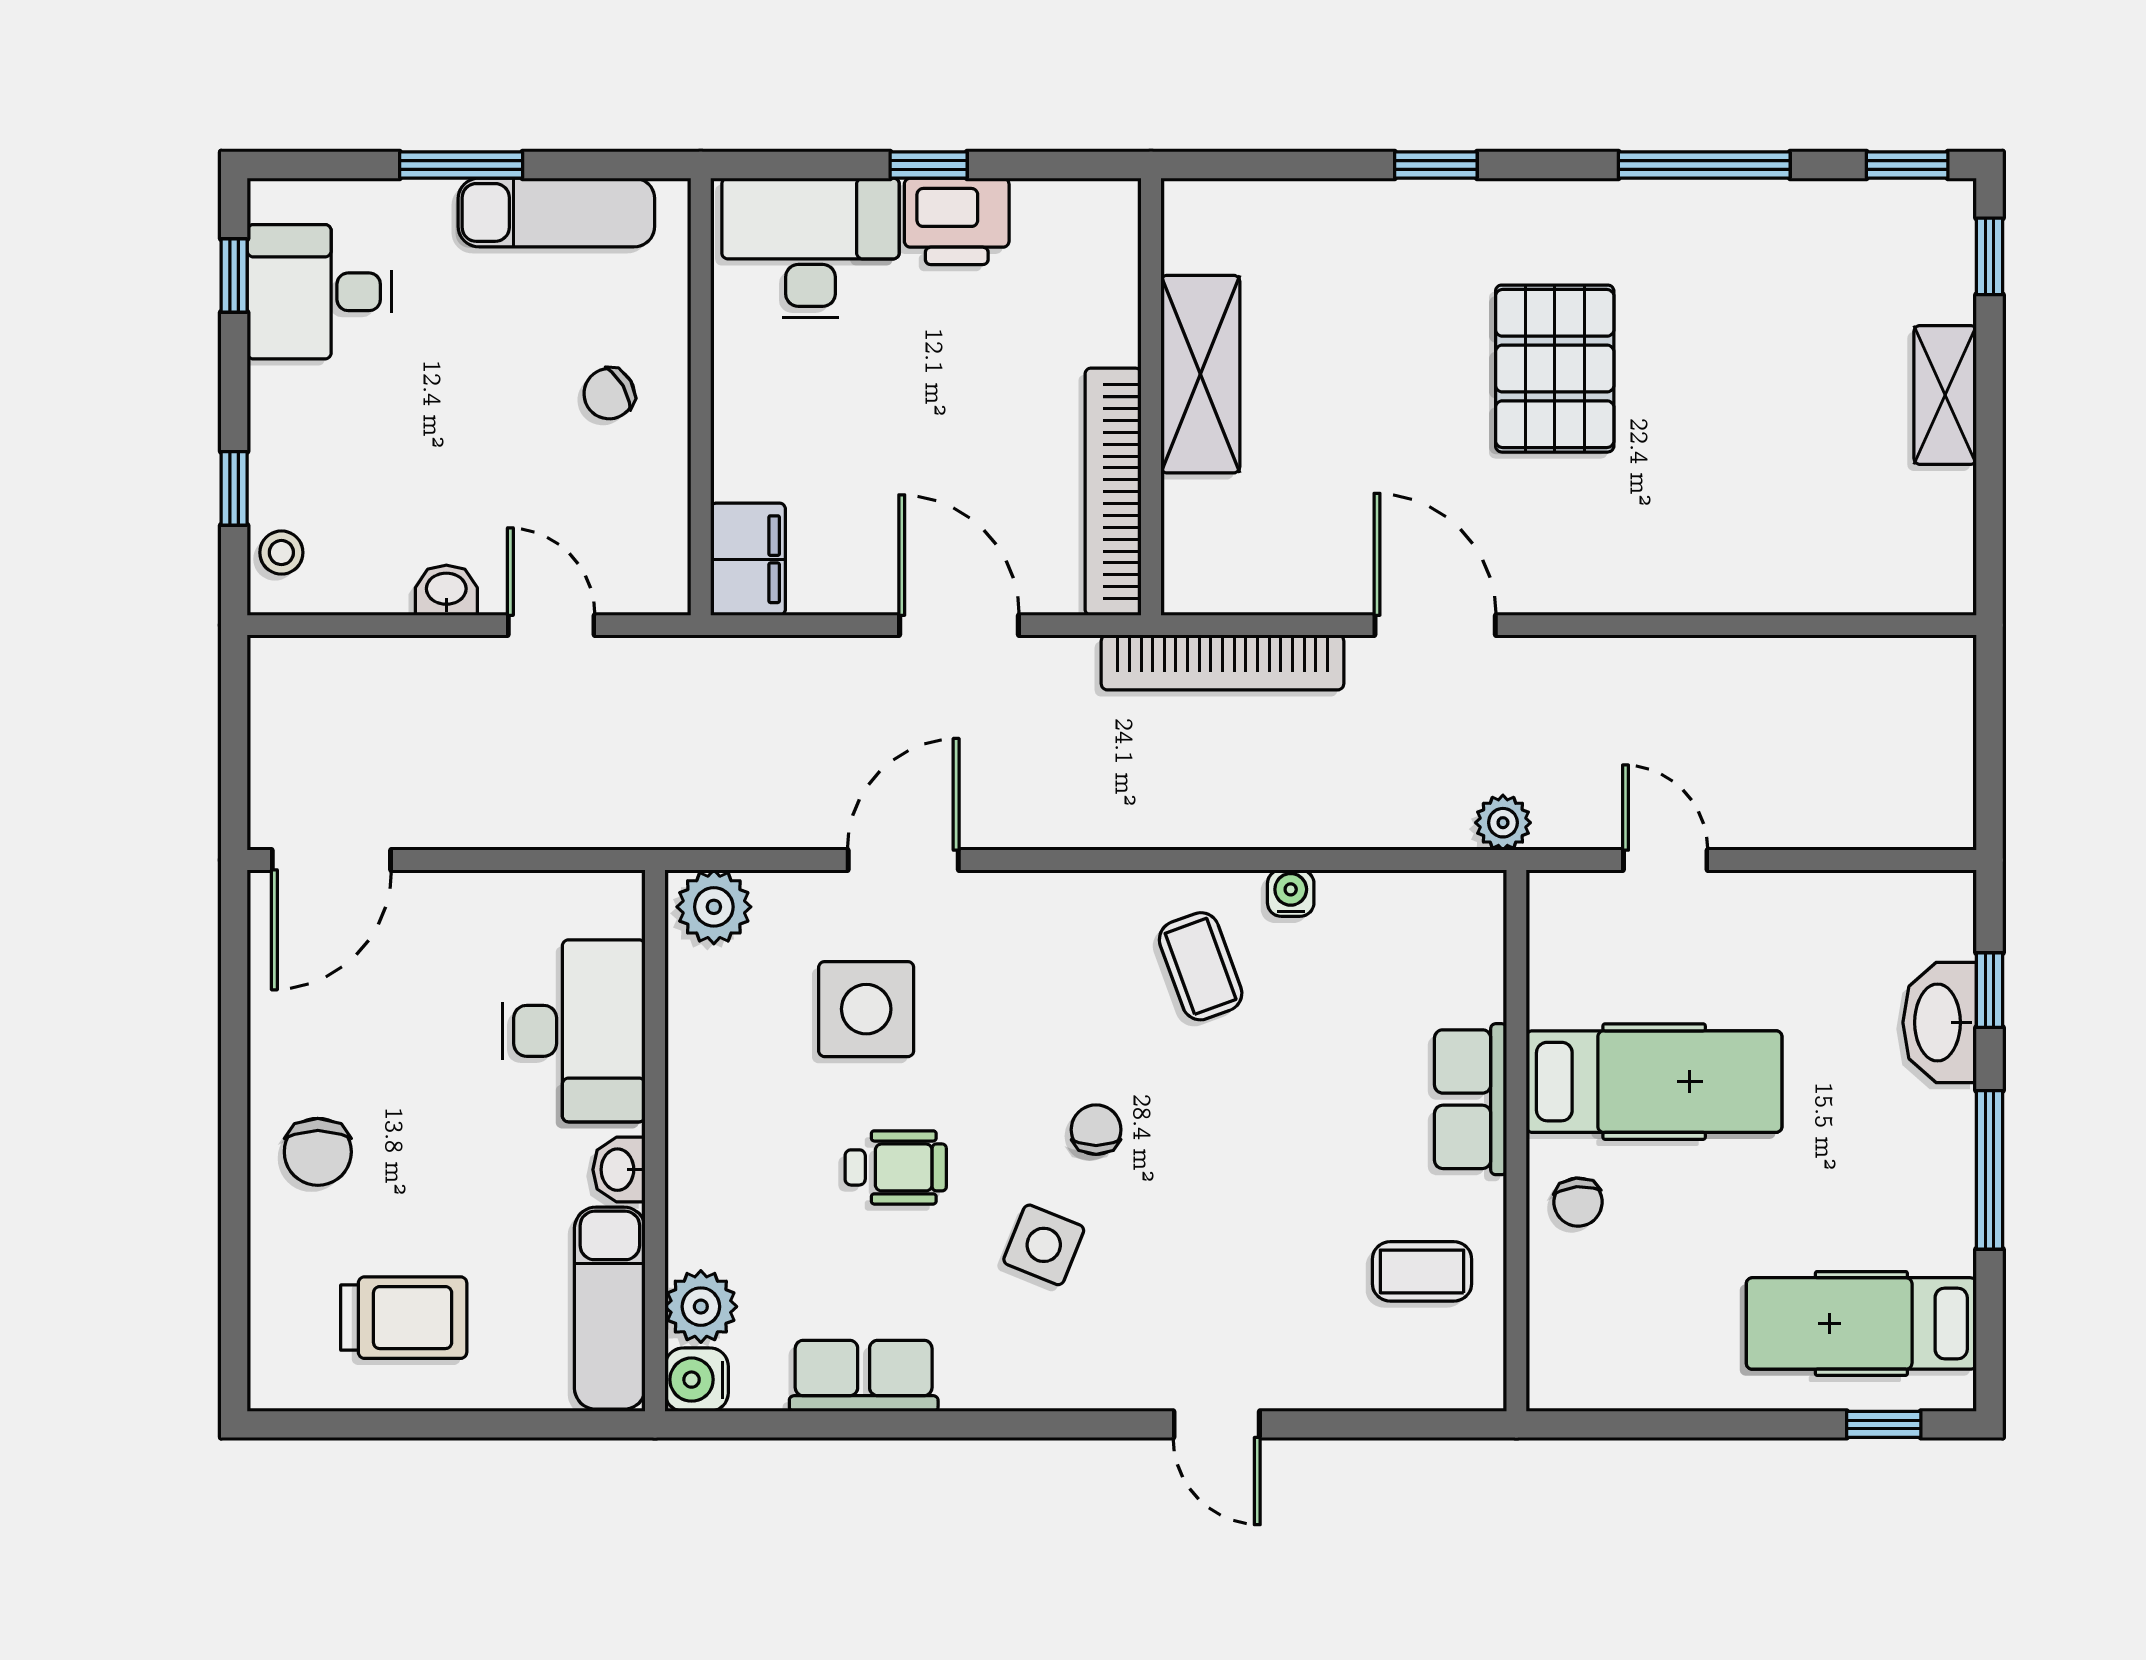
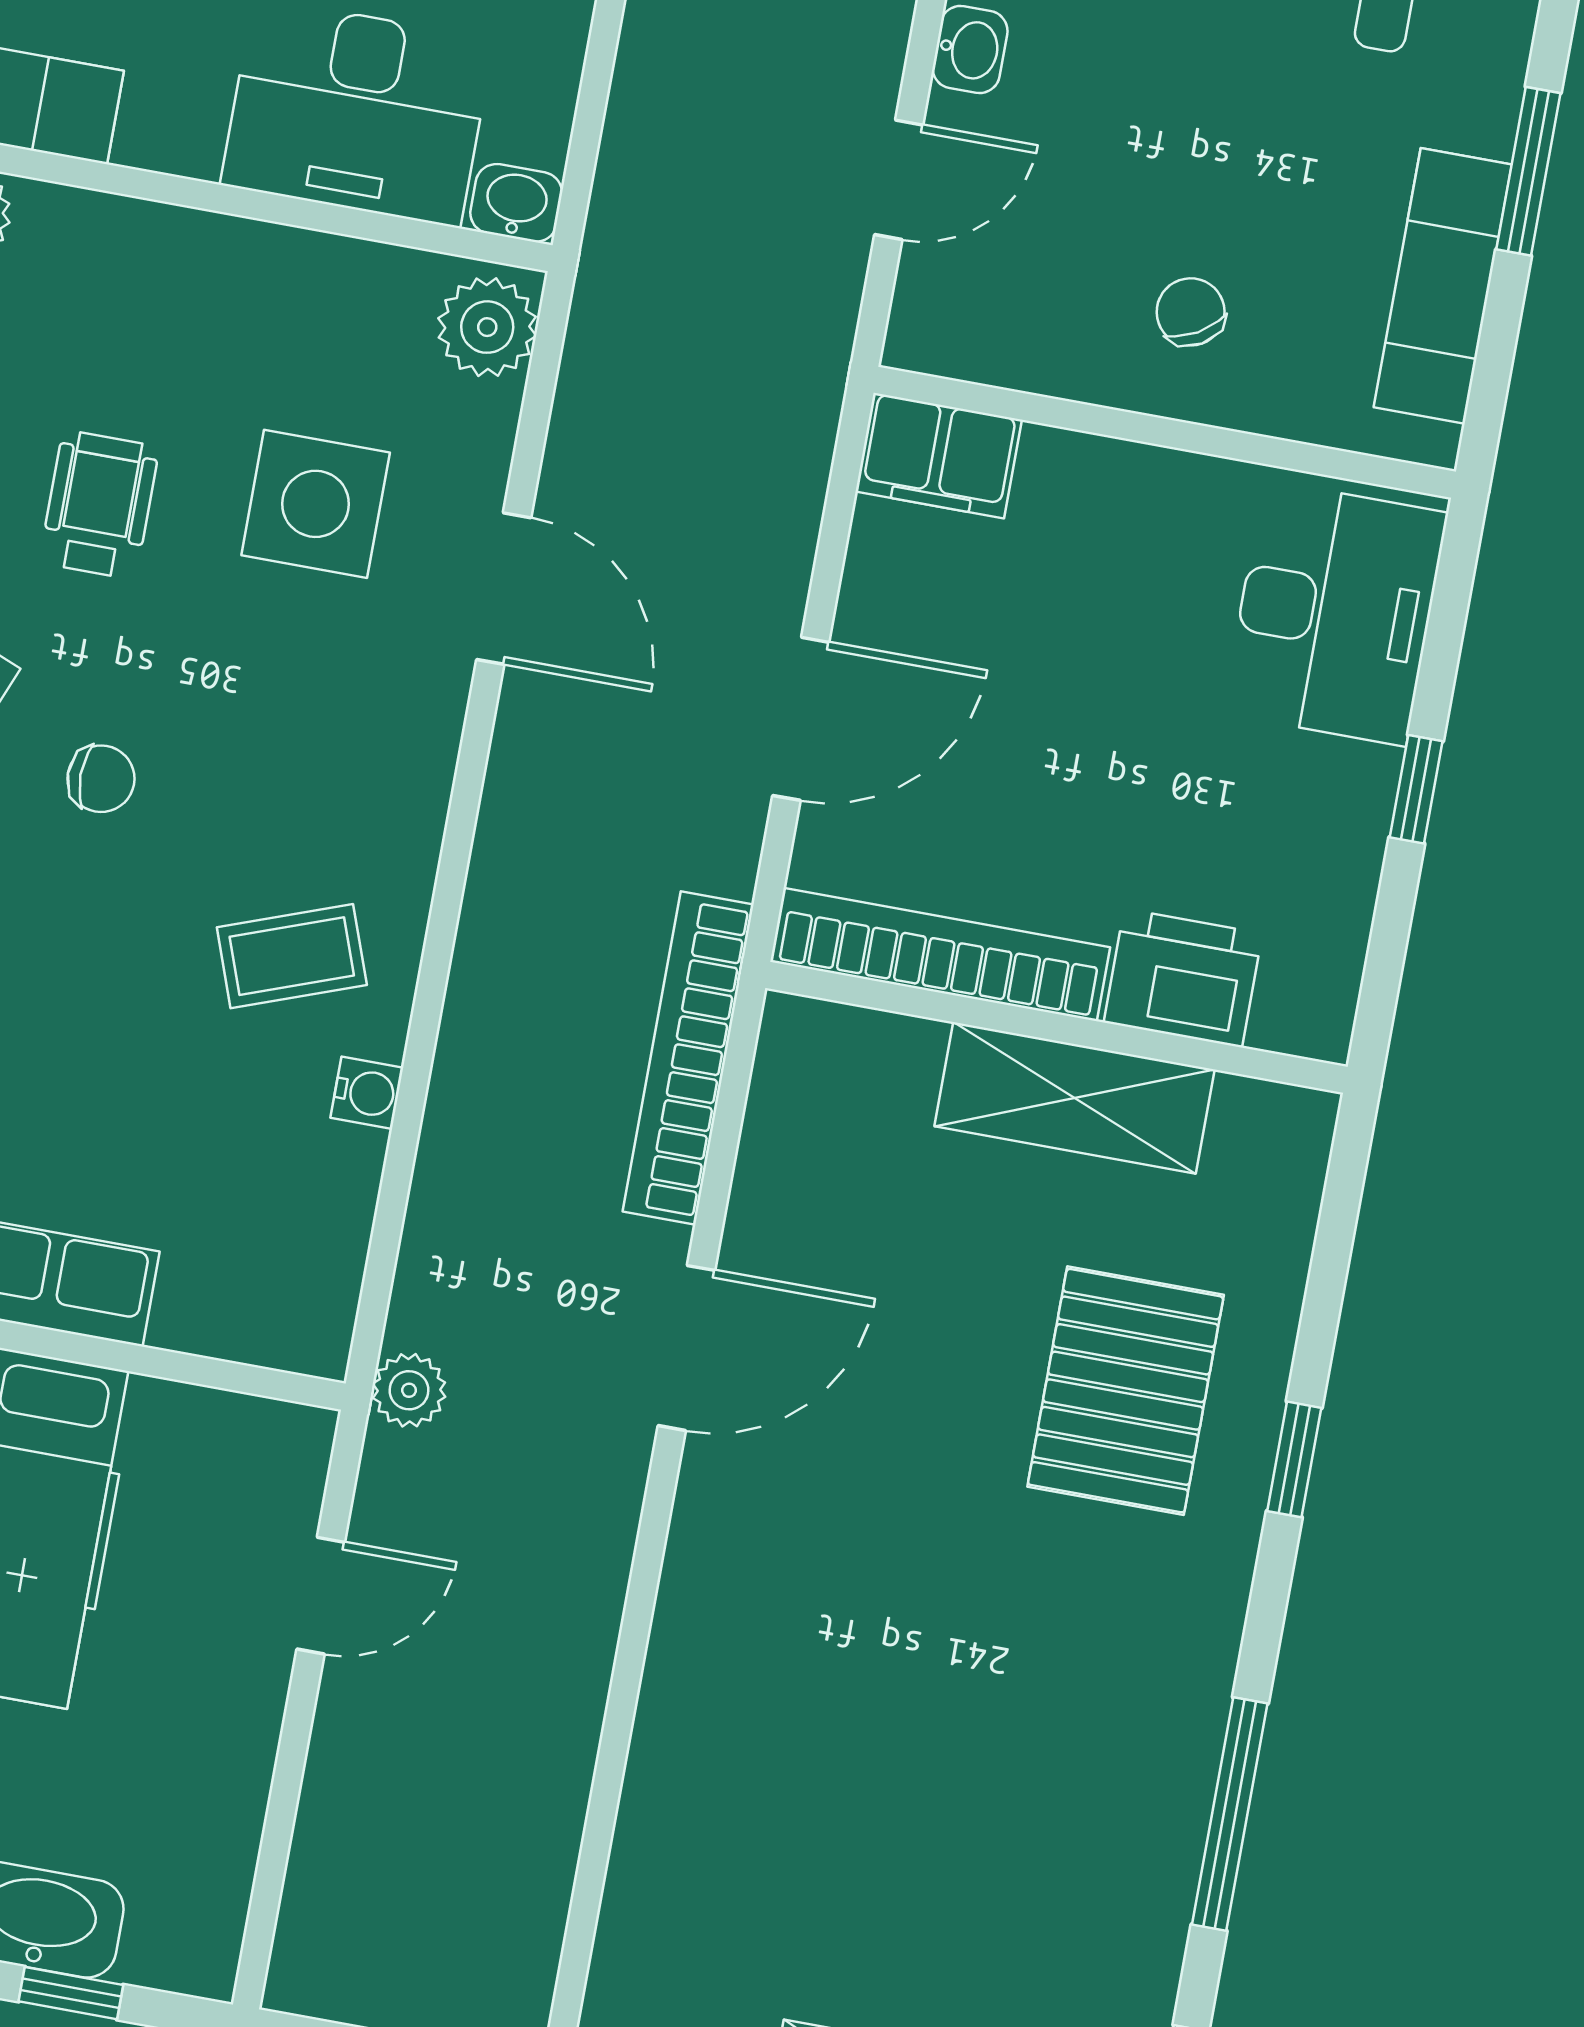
printer: (957, 221) -> (1183, 978), moved, turned 90
pallet: (1555, 369) -> (1126, 1391), moved, turned 90
wheelchair: (896, 1167) -> (99, 505), turned 180
washbasin: (619, 1170) -> (516, 203), moved

